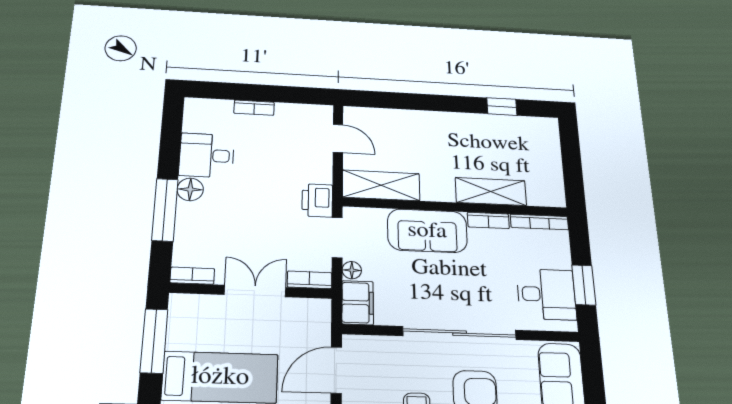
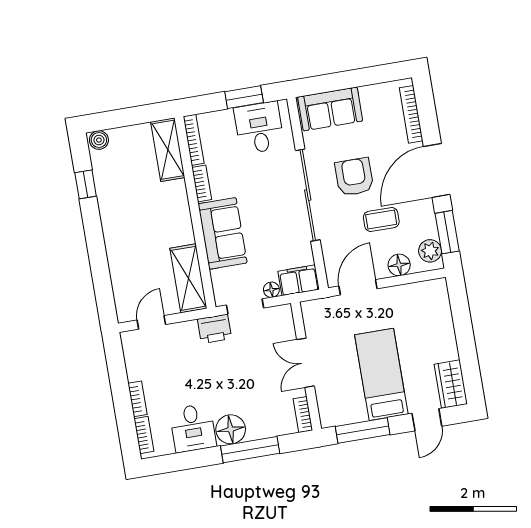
boiler: (549, 129) -> (99, 140), added
floor lamp: (190, 189) -> (231, 429), width x1.38, depth x1.38
shelving: (491, 192) -> (168, 150), moved
bookcase: (310, 280) -> (144, 435), moved, turned 180
door: (336, 370) -> (358, 287), swing flipped

